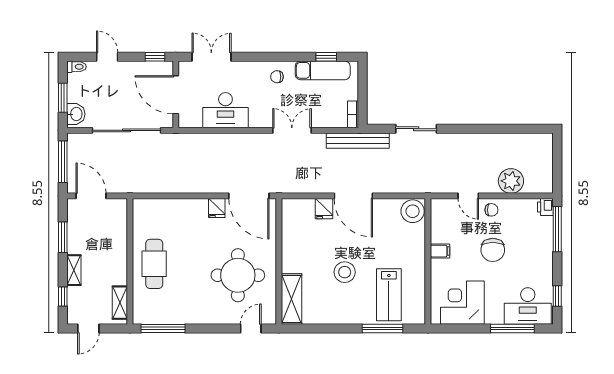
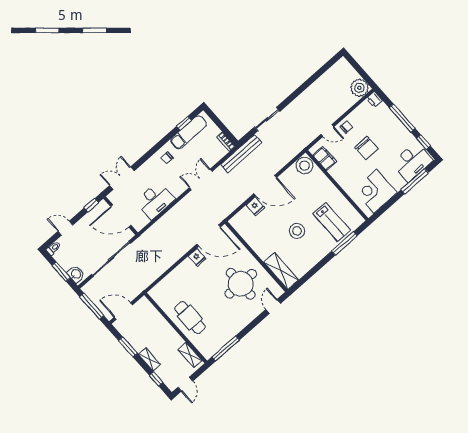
plant: (511, 181) -> (359, 88), moved
window: (557, 229) -> (402, 118), moved
filing cabinet: (440, 251) -> (325, 158), moved, width x2.00

